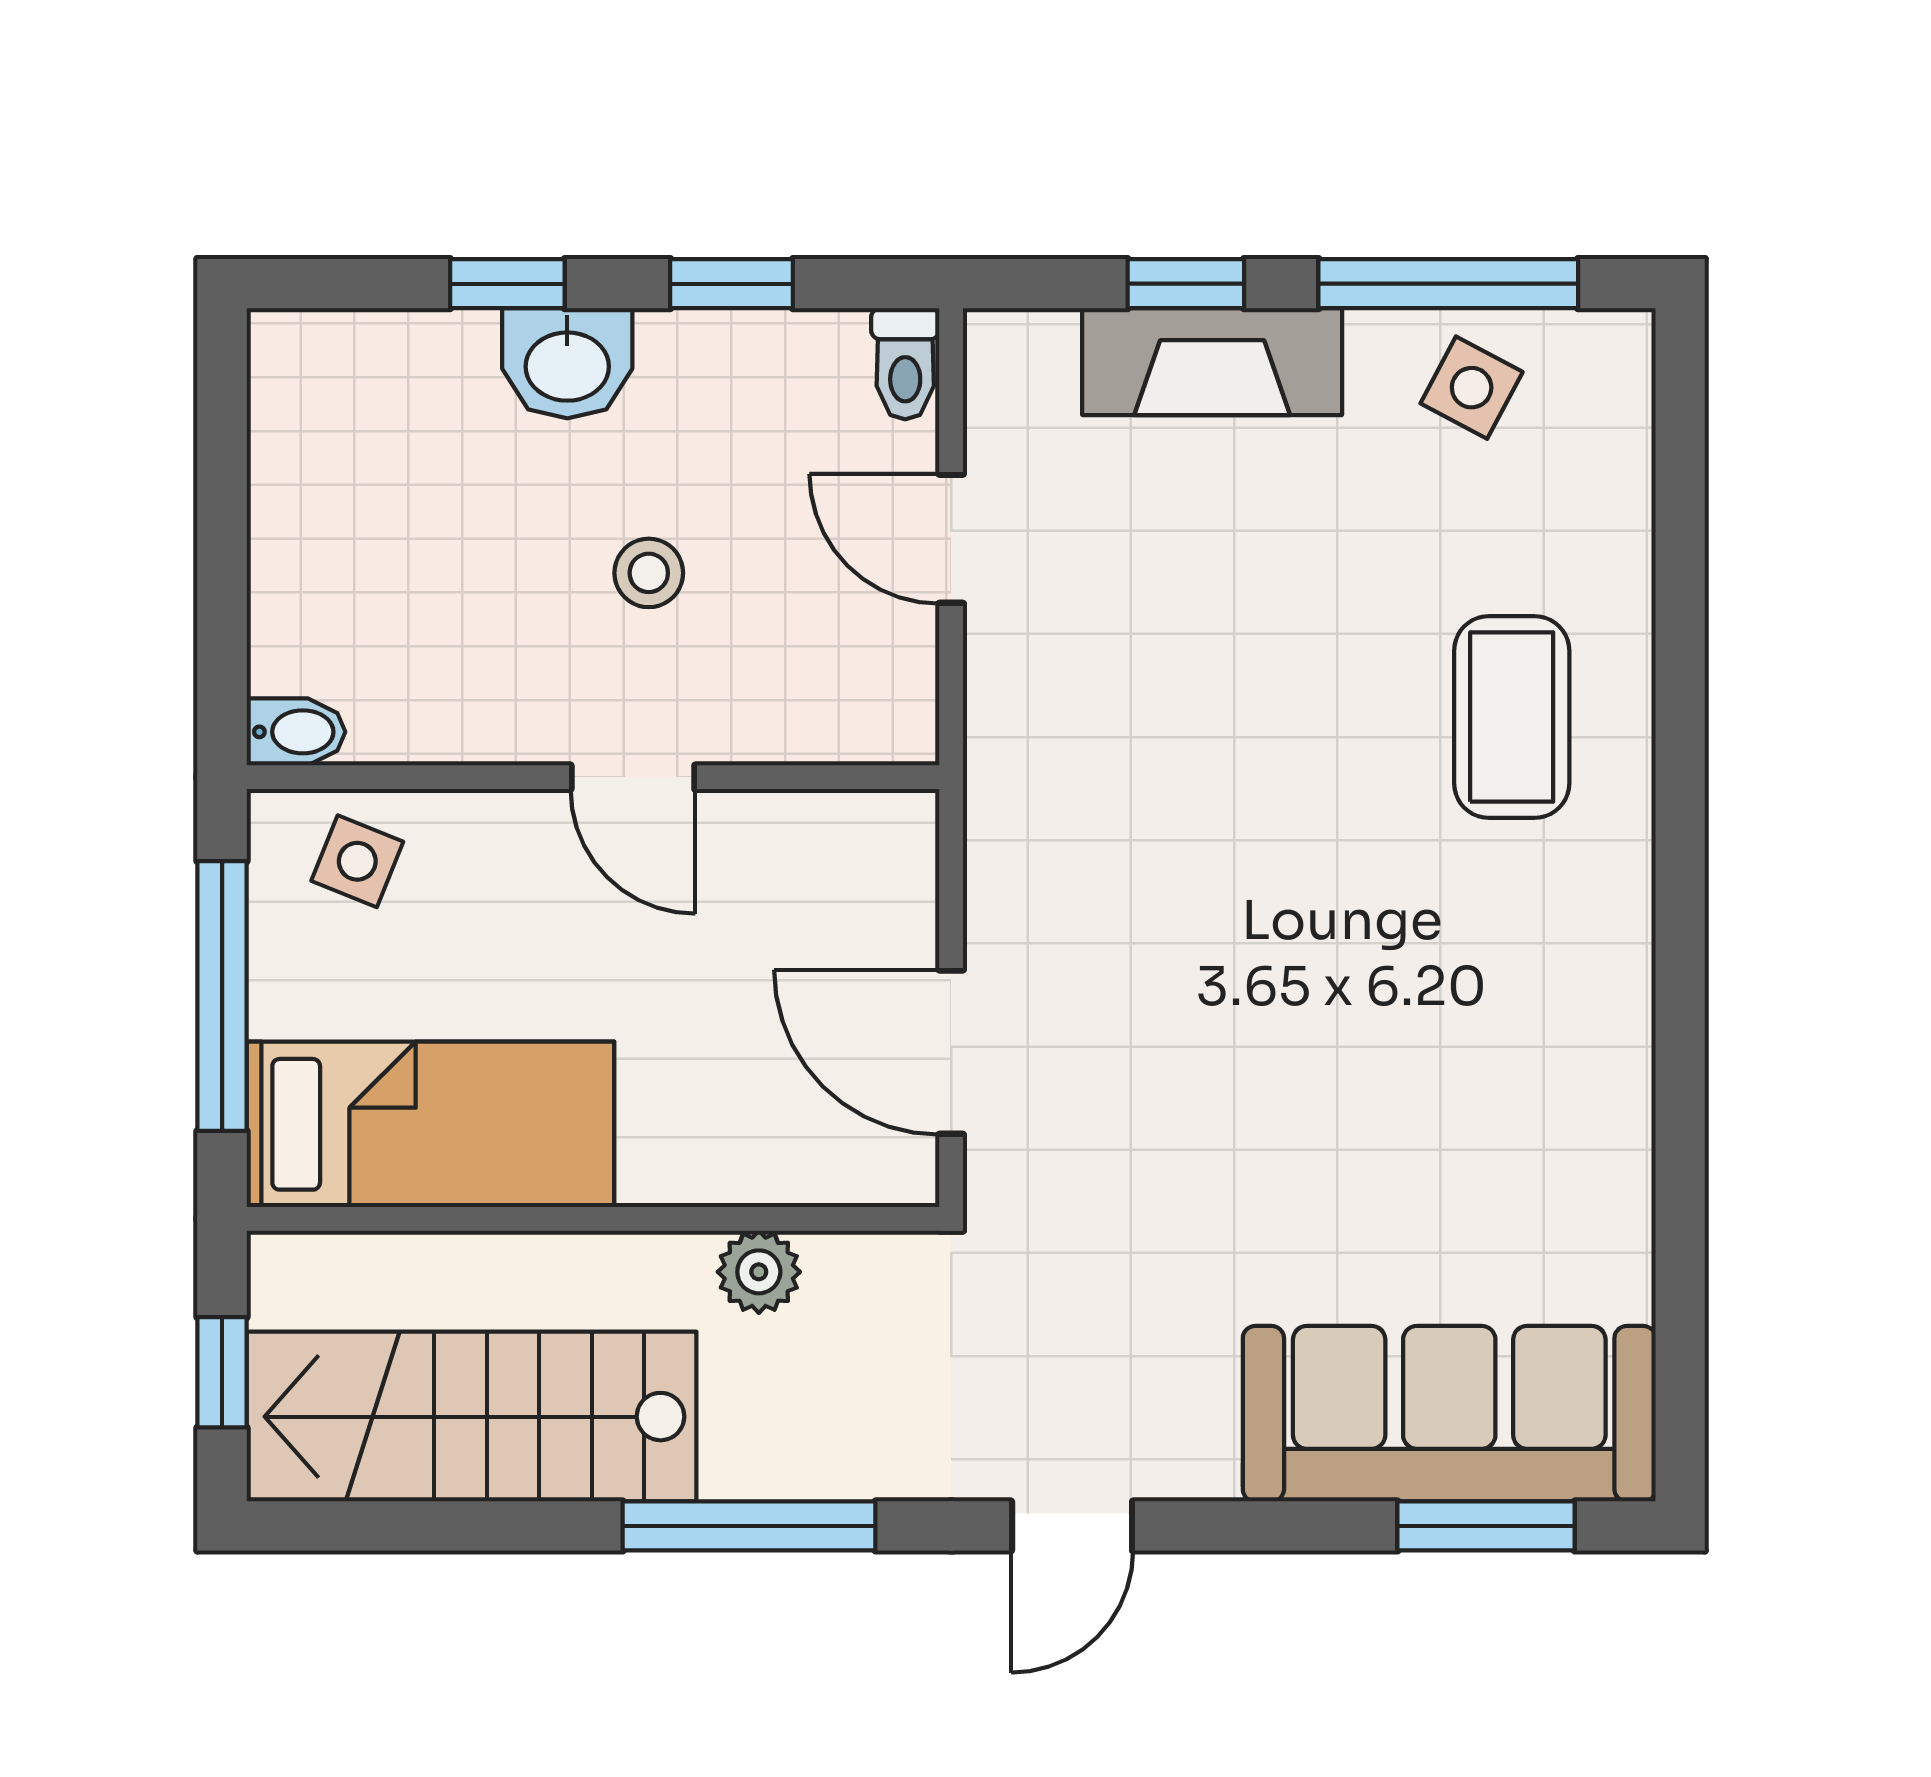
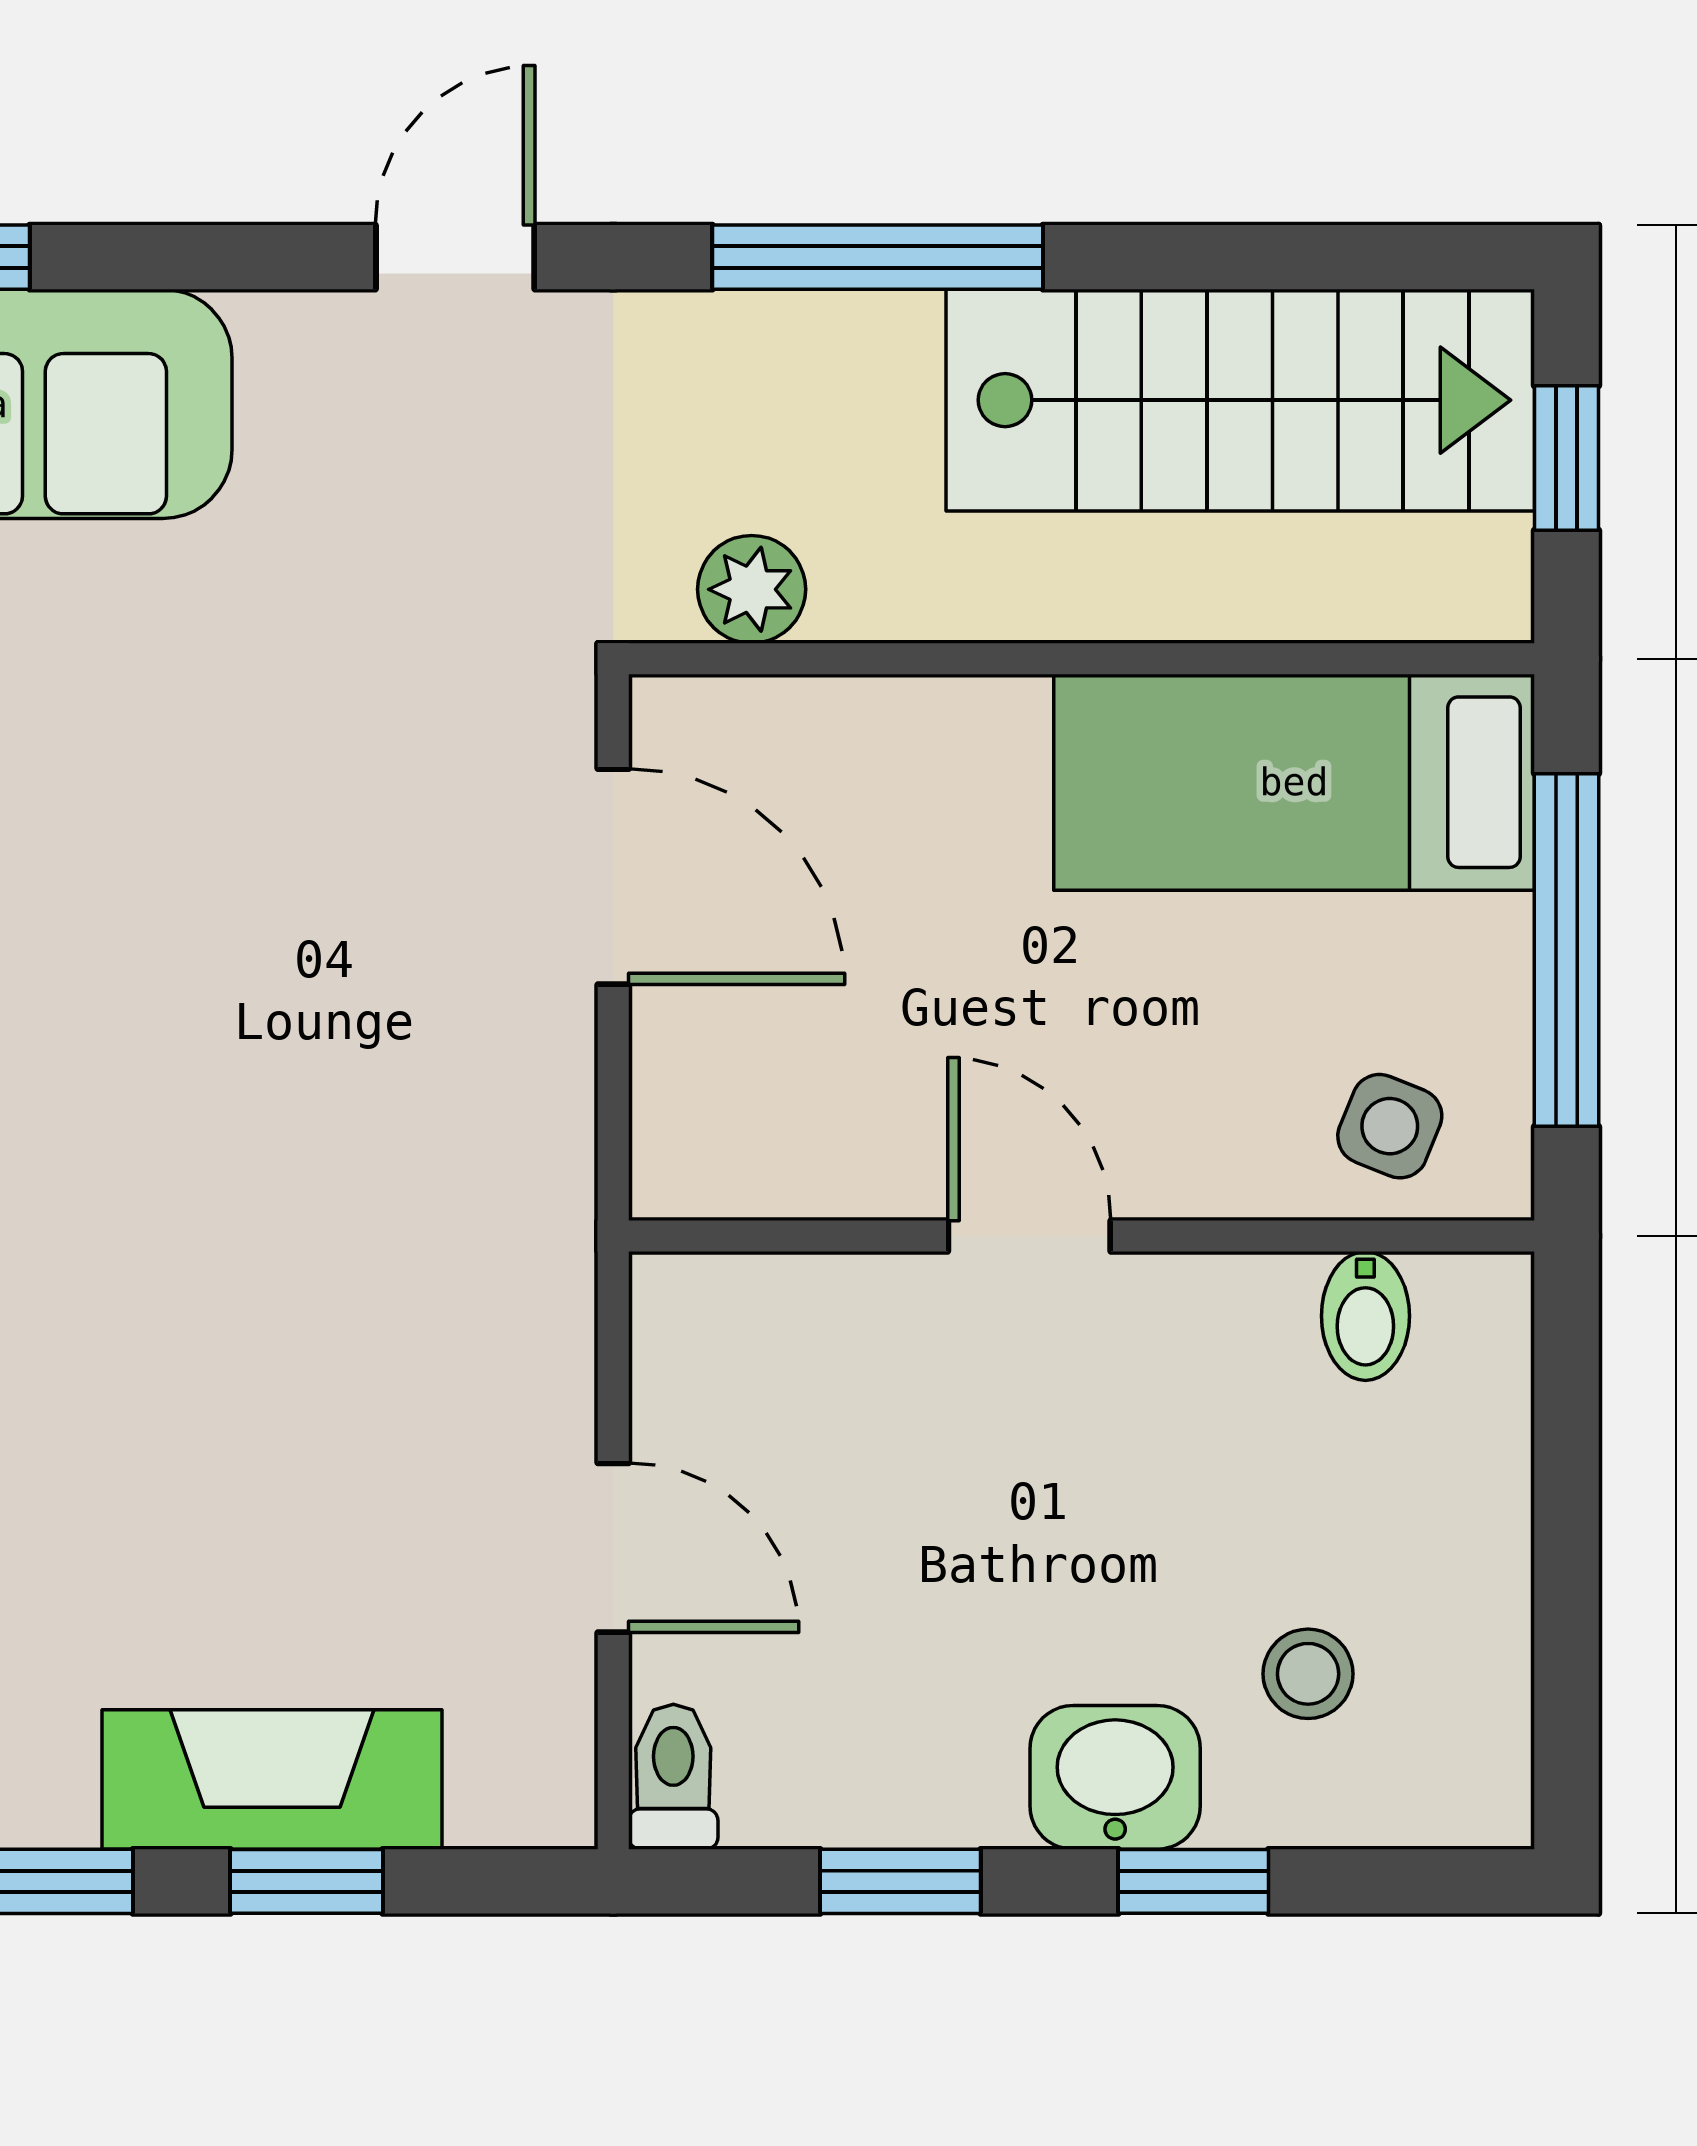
stool: (649, 573) -> (1308, 1674), moved
bidet: (296, 732) -> (1365, 1316), moved, turned -90
plant: (759, 1272) -> (752, 589), moved

